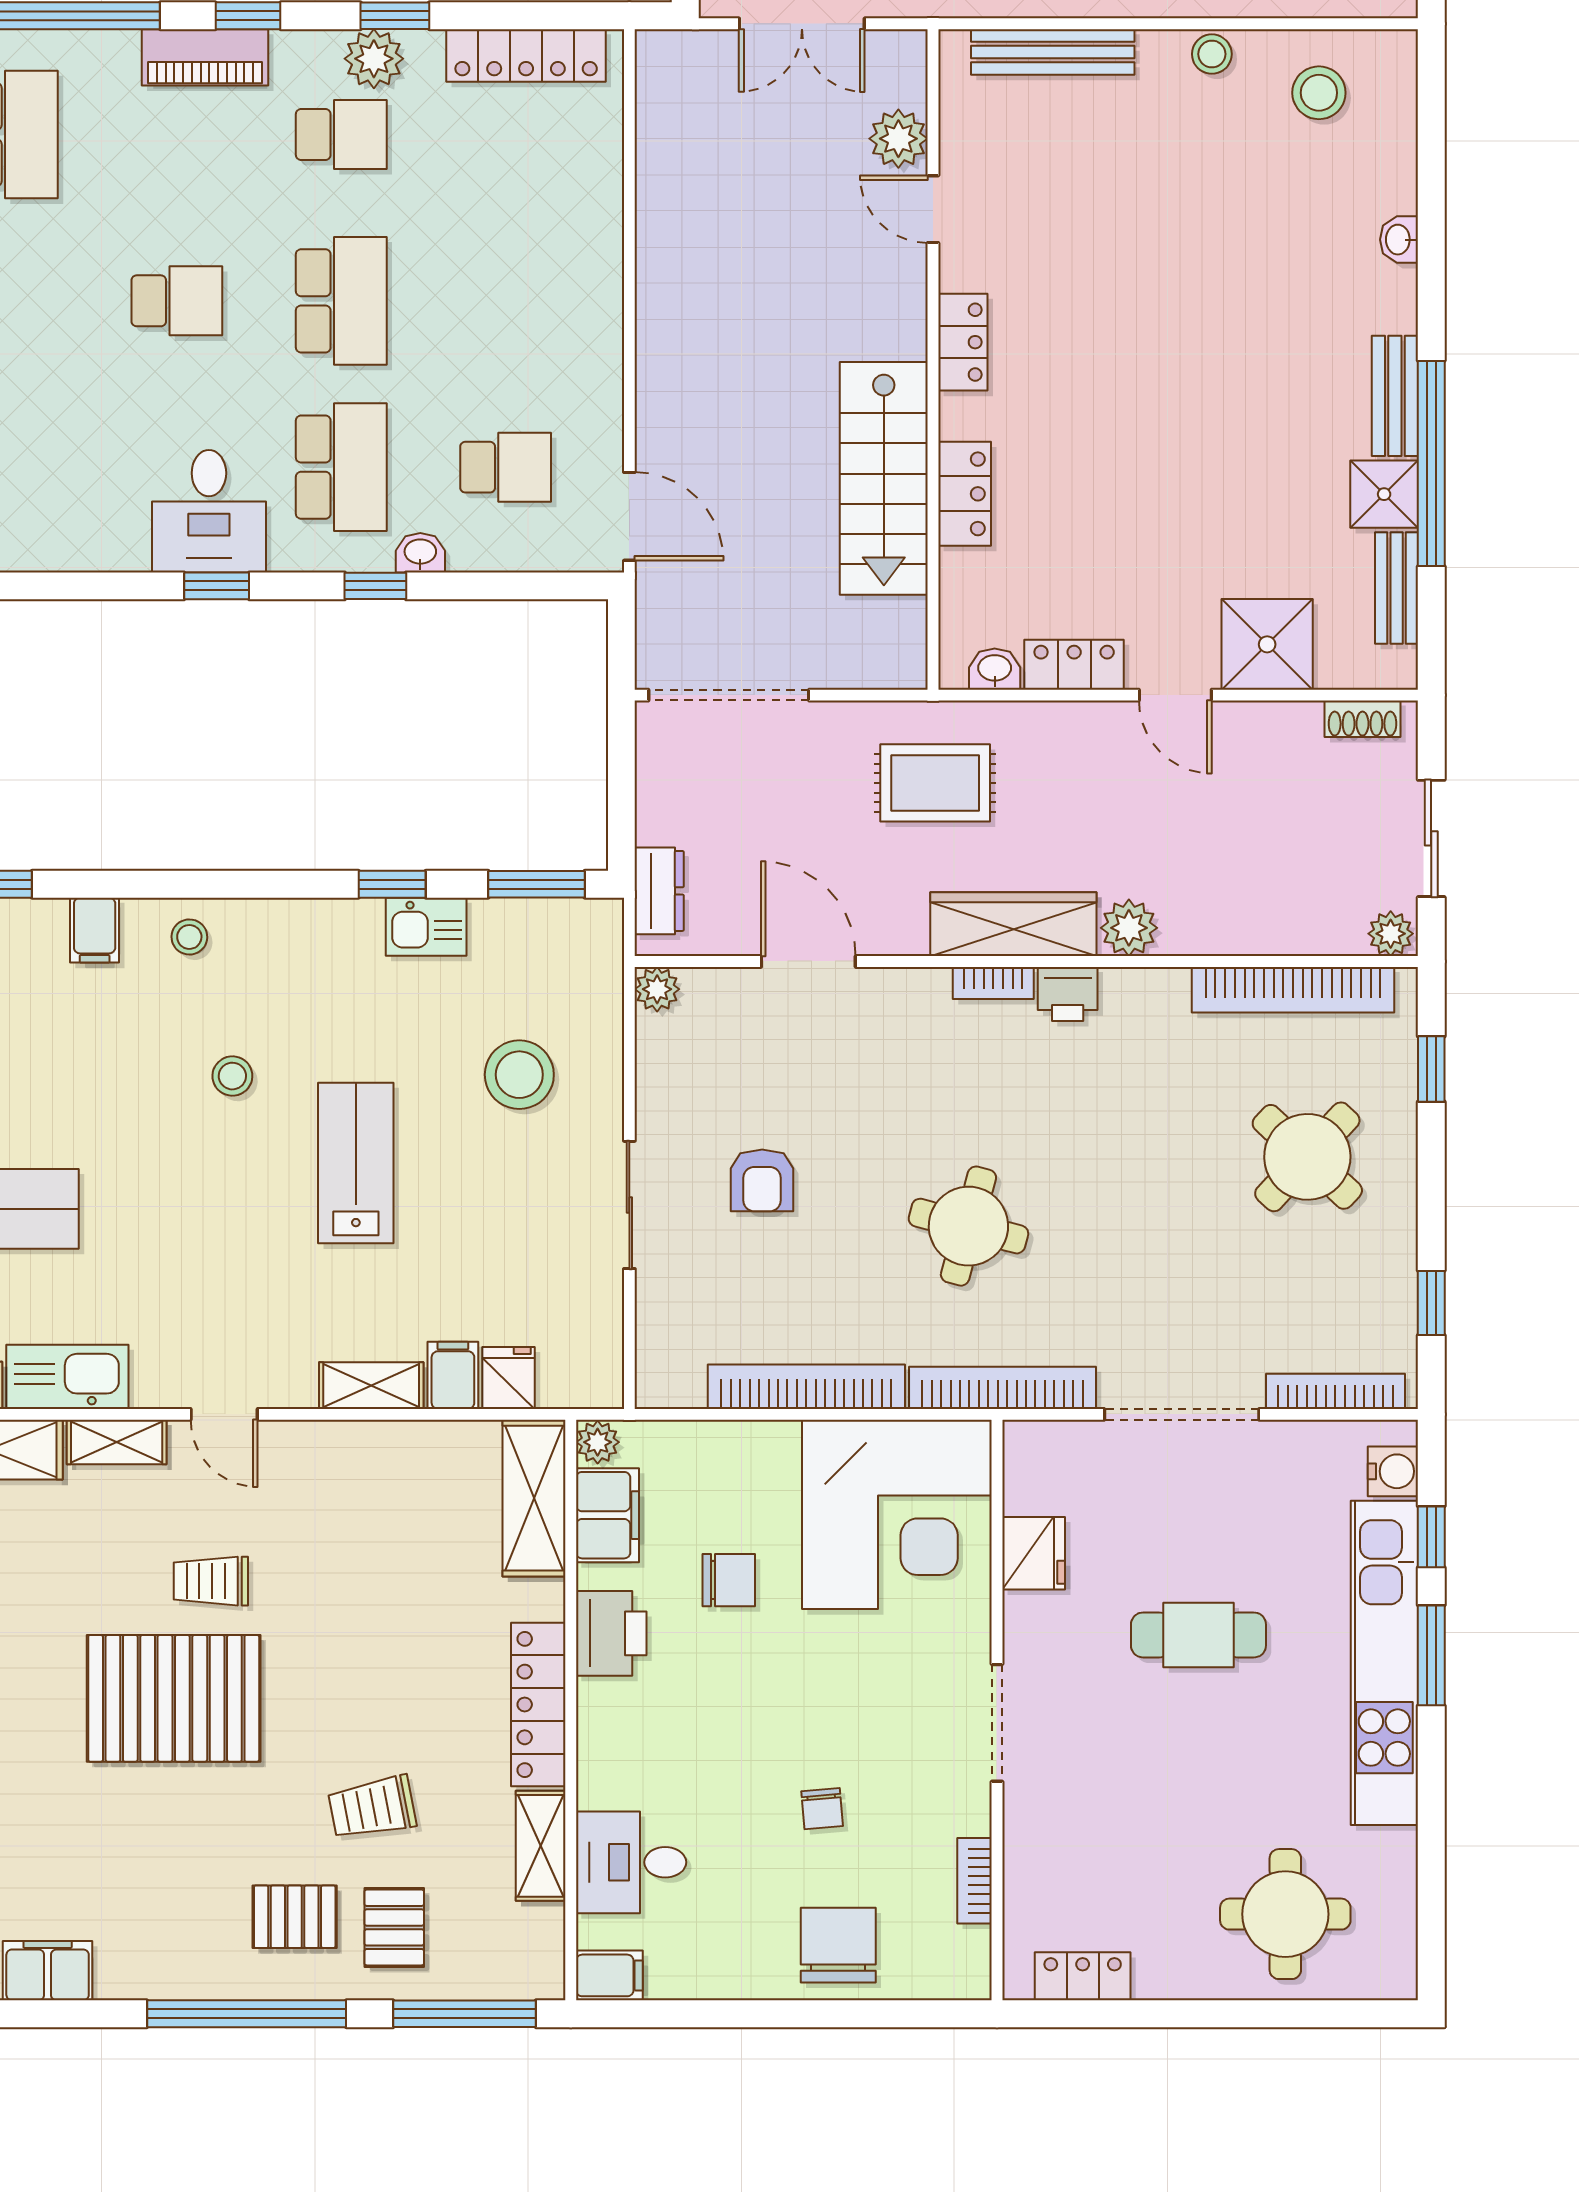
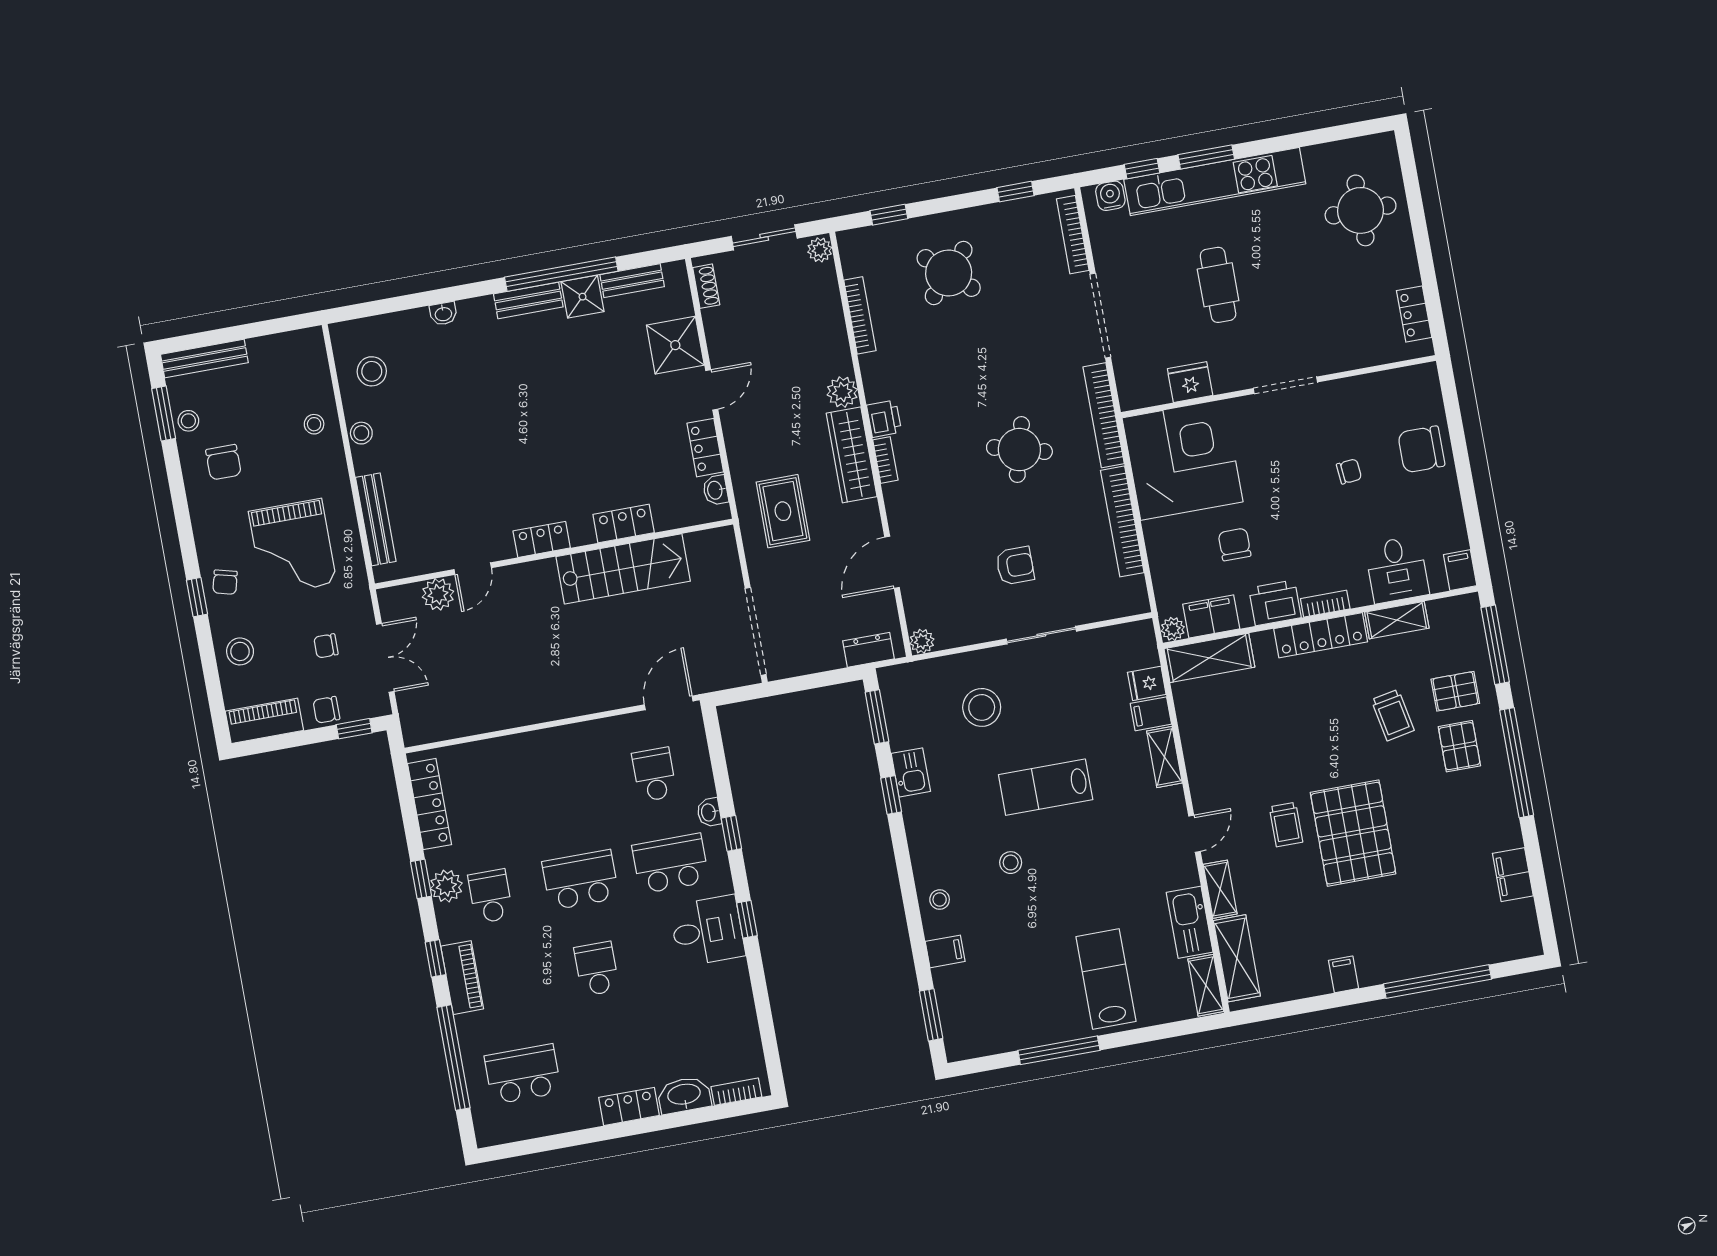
bookcase: (1293, 990) -> (860, 315), width x0.68, depth x0.76
bookcase: (974, 1881) -> (1325, 604), moved, turned 180

